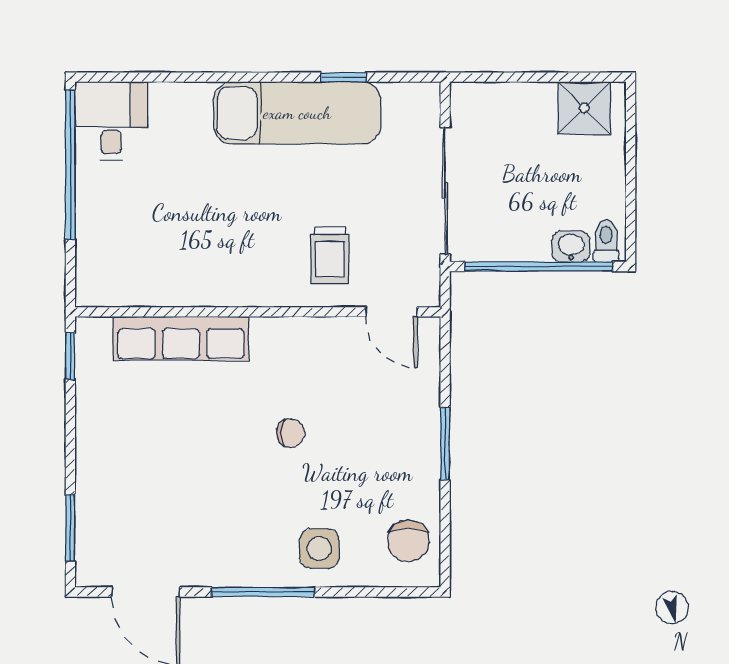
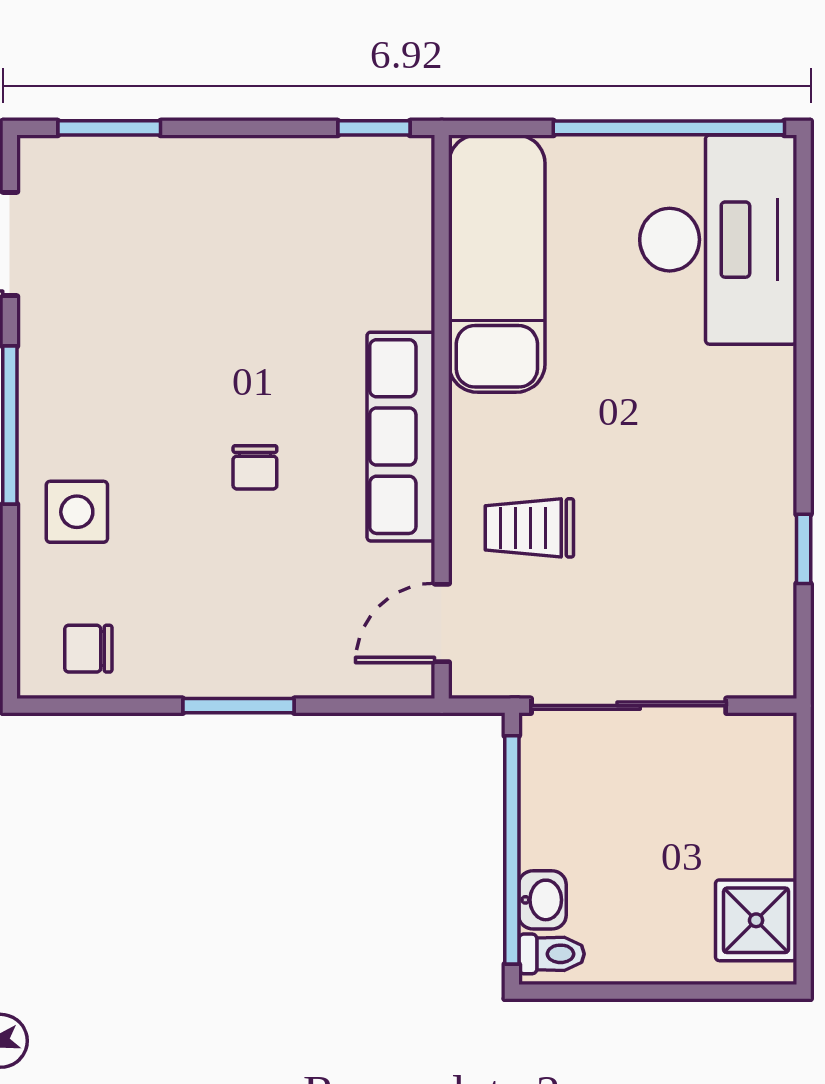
exam couch: (297, 113) -> (497, 264), moved, turned 180
desk: (111, 121) -> (718, 240), width x1.87, depth x1.30
row of seats: (181, 338) -> (401, 437), moved
chair: (408, 541) -> (88, 649), width x0.73, depth x0.73

